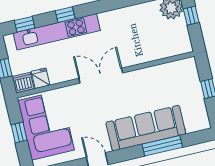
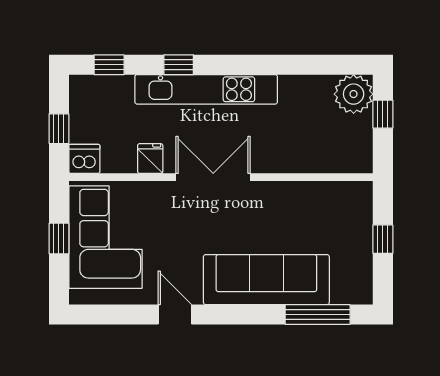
kitchen unit: (57, 32) -> (206, 89), moved
fridge: (41, 78) -> (150, 159), moved
window: (162, 146) -> (318, 314), moved

